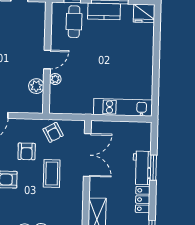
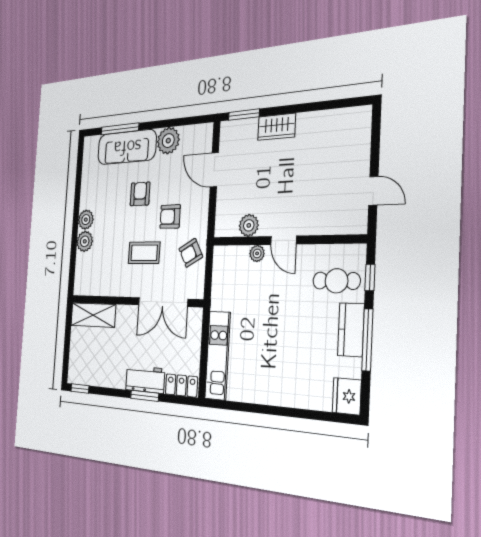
locker: (143, 200) -> (181, 385), moved

